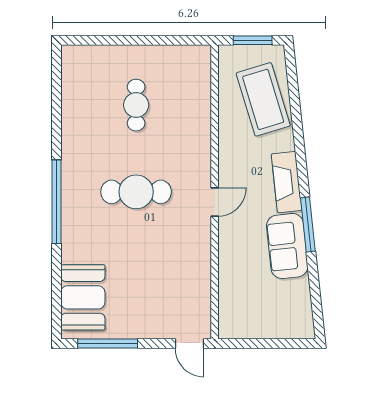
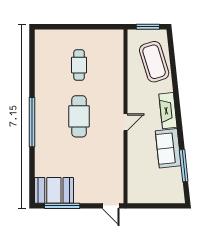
cafe table: (136, 192) -> (79, 116), turned 90
window: (308, 225) -> (184, 166), moved
booth: (83, 297) -> (54, 190), moved, turned 90

